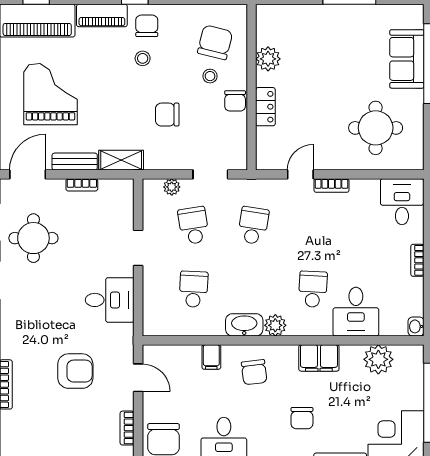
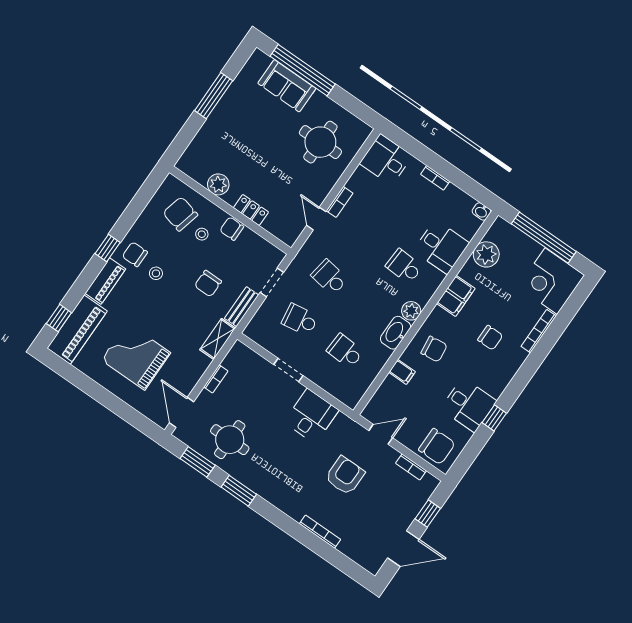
chair: (235, 101) -> (232, 229), turned 180
bench: (75, 162) -> (242, 307), moved
plant: (172, 187) -> (262, 316), removed

